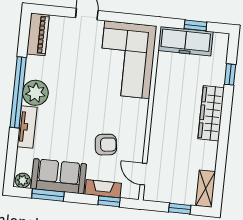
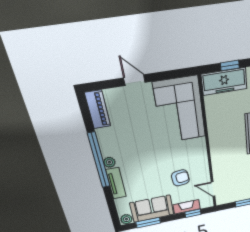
plant: (35, 93) -> (109, 162), width x0.53, depth x0.53

